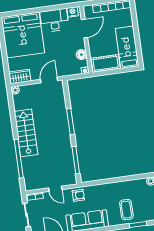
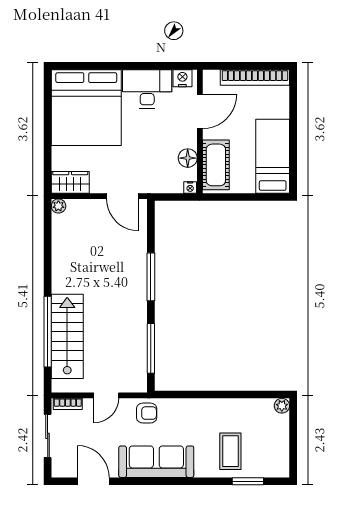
cot: (106, 63) -> (216, 165), moved, turned 90
door: (49, 80) -> (122, 196), swing flipped
stairs: (26, 133) -> (67, 336), moved
door: (55, 189) -> (106, 395), hinge flipped

